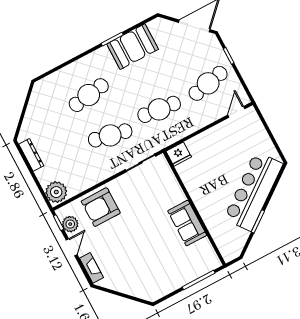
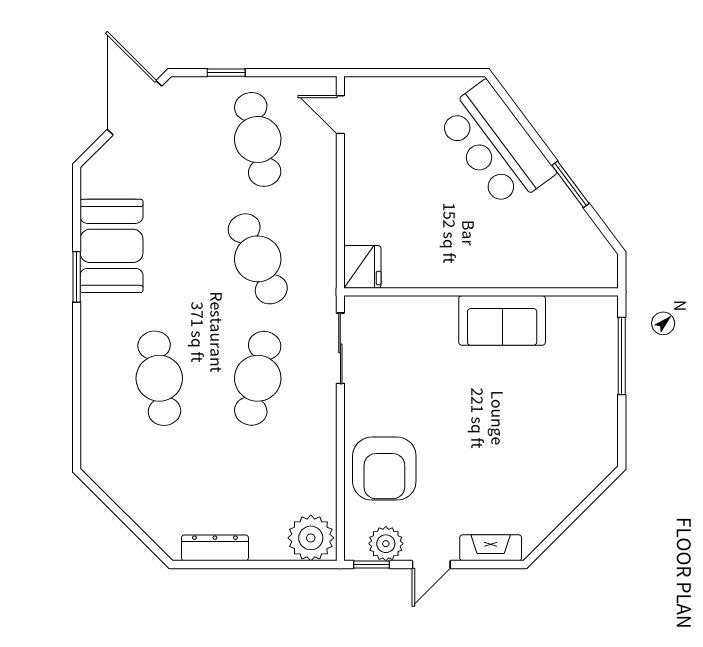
cafe table: (159, 109) -> (258, 259), turned -30
bar counter: (253, 191) -> (495, 145), width x0.73
door: (72, 247) -> (431, 564), swing flipped

